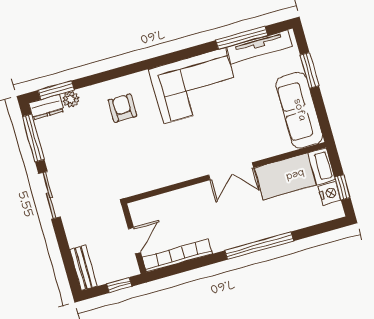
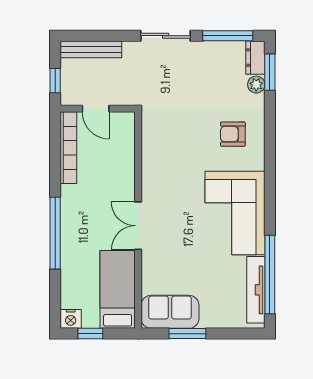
window: (242, 38) -> (270, 274), width x1.46
window: (309, 70) -> (187, 334), moved
armchair: (122, 108) -> (233, 134), turned 180
sofa: (299, 110) -> (170, 312), width x0.73
nightstand: (330, 193) -> (71, 319), moved
bench: (83, 268) -> (91, 49), width x1.36

